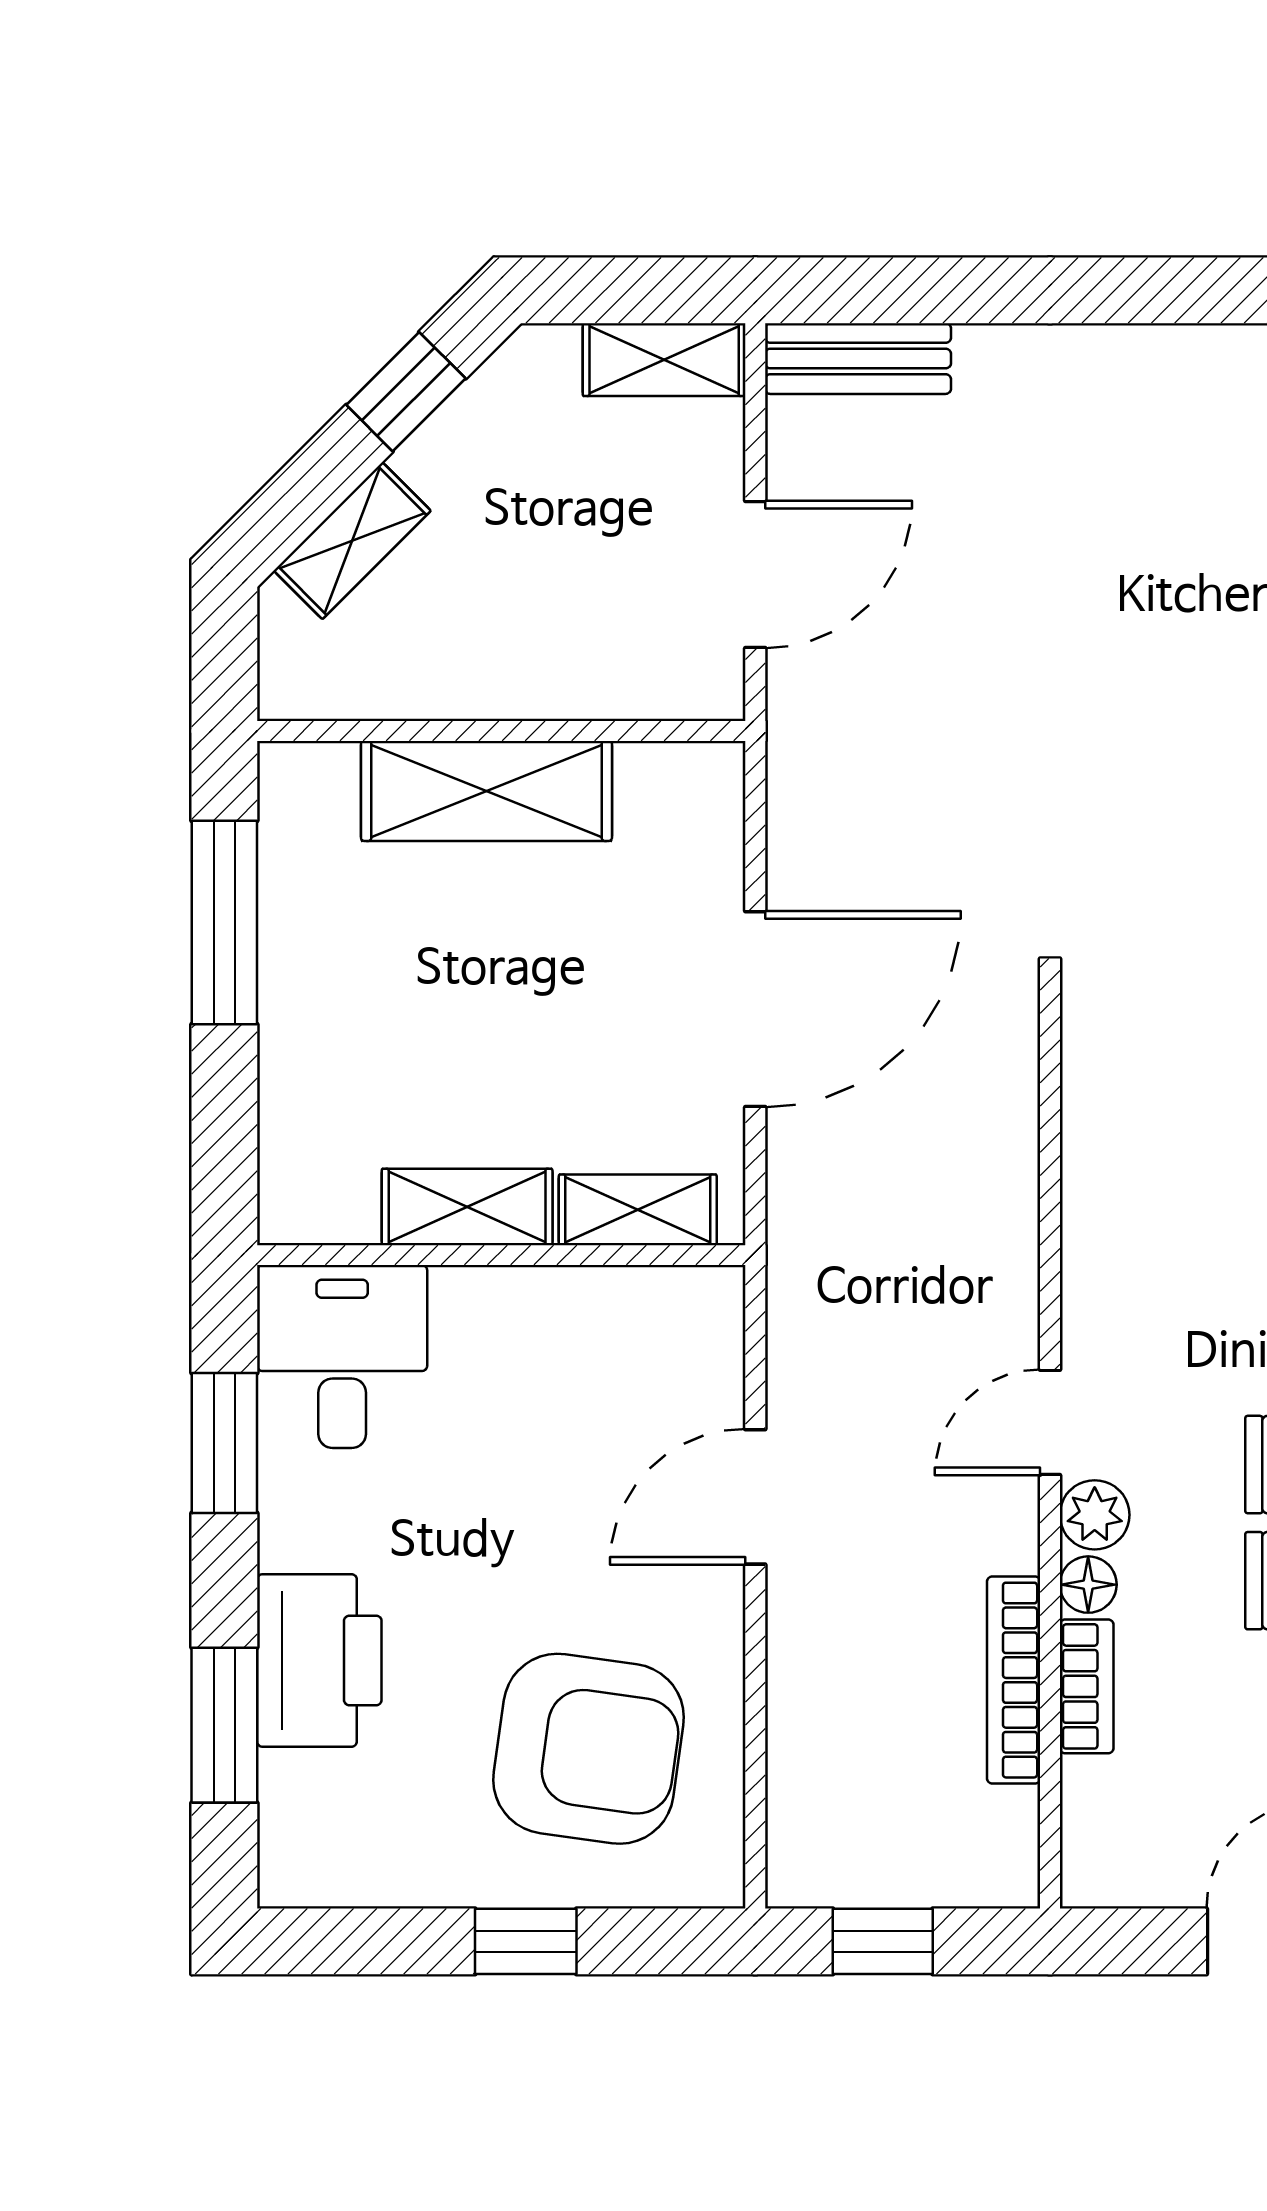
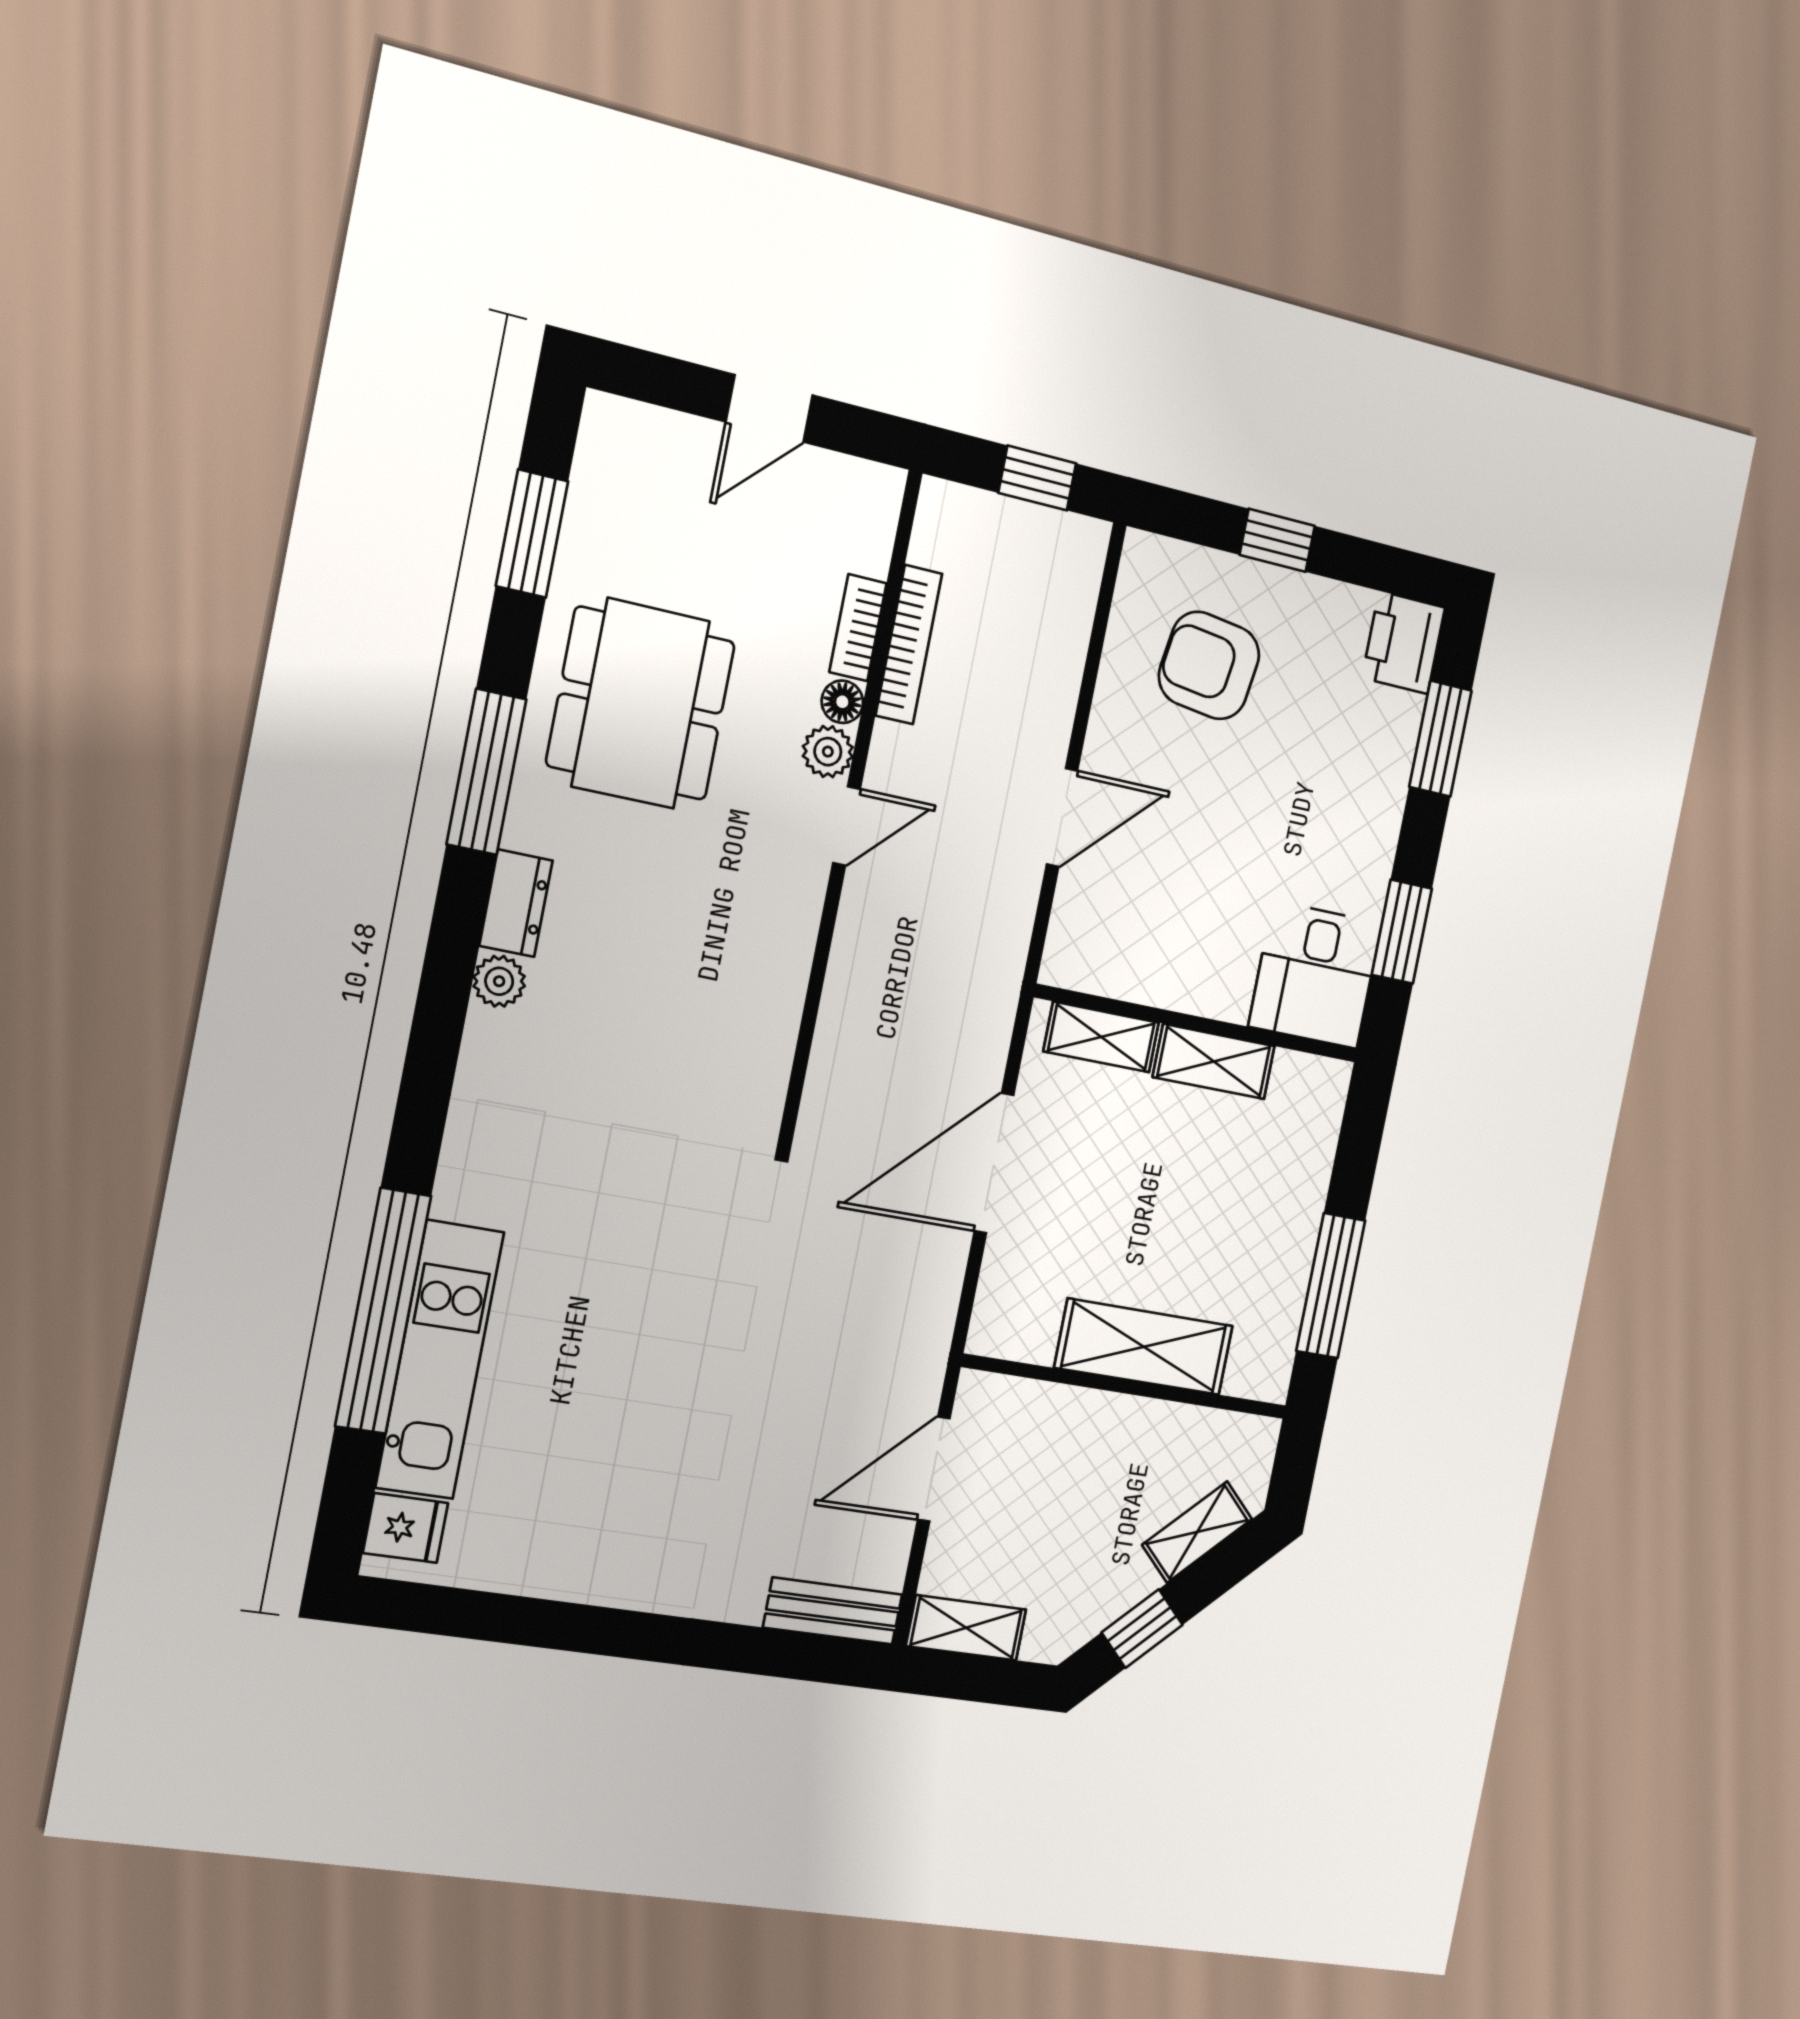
printer: (319, 1660) -> (1403, 643), moved, width x0.73, depth x0.84
armchair: (589, 1749) -> (1209, 665), width x0.73, depth x0.73

